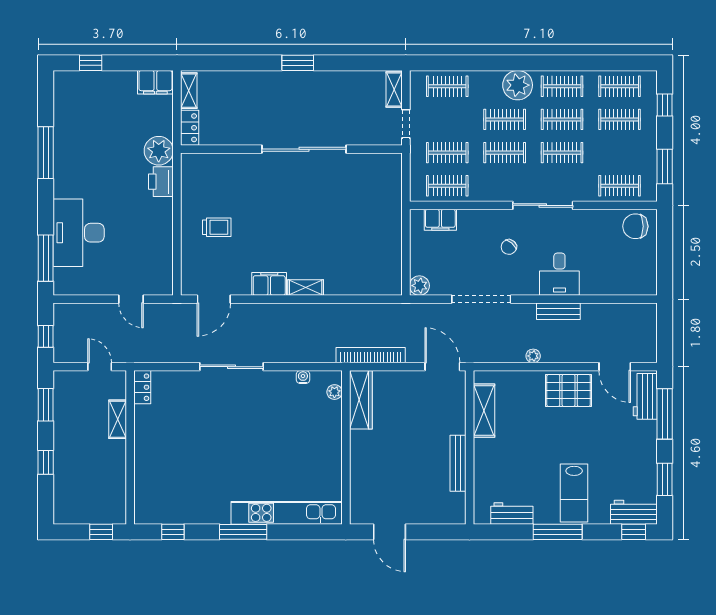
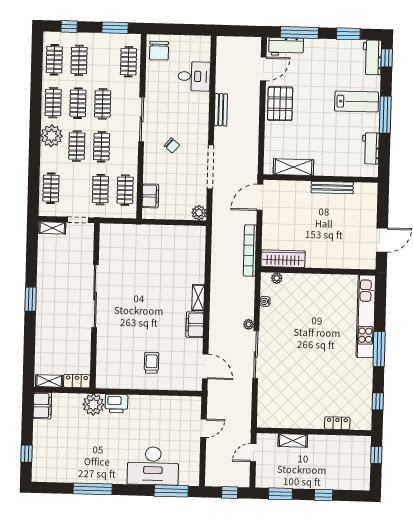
desk: (559, 274) -> (194, 76), moved
plant: (533, 356) -> (249, 324), moved
locker: (142, 387) -> (337, 423), moved

